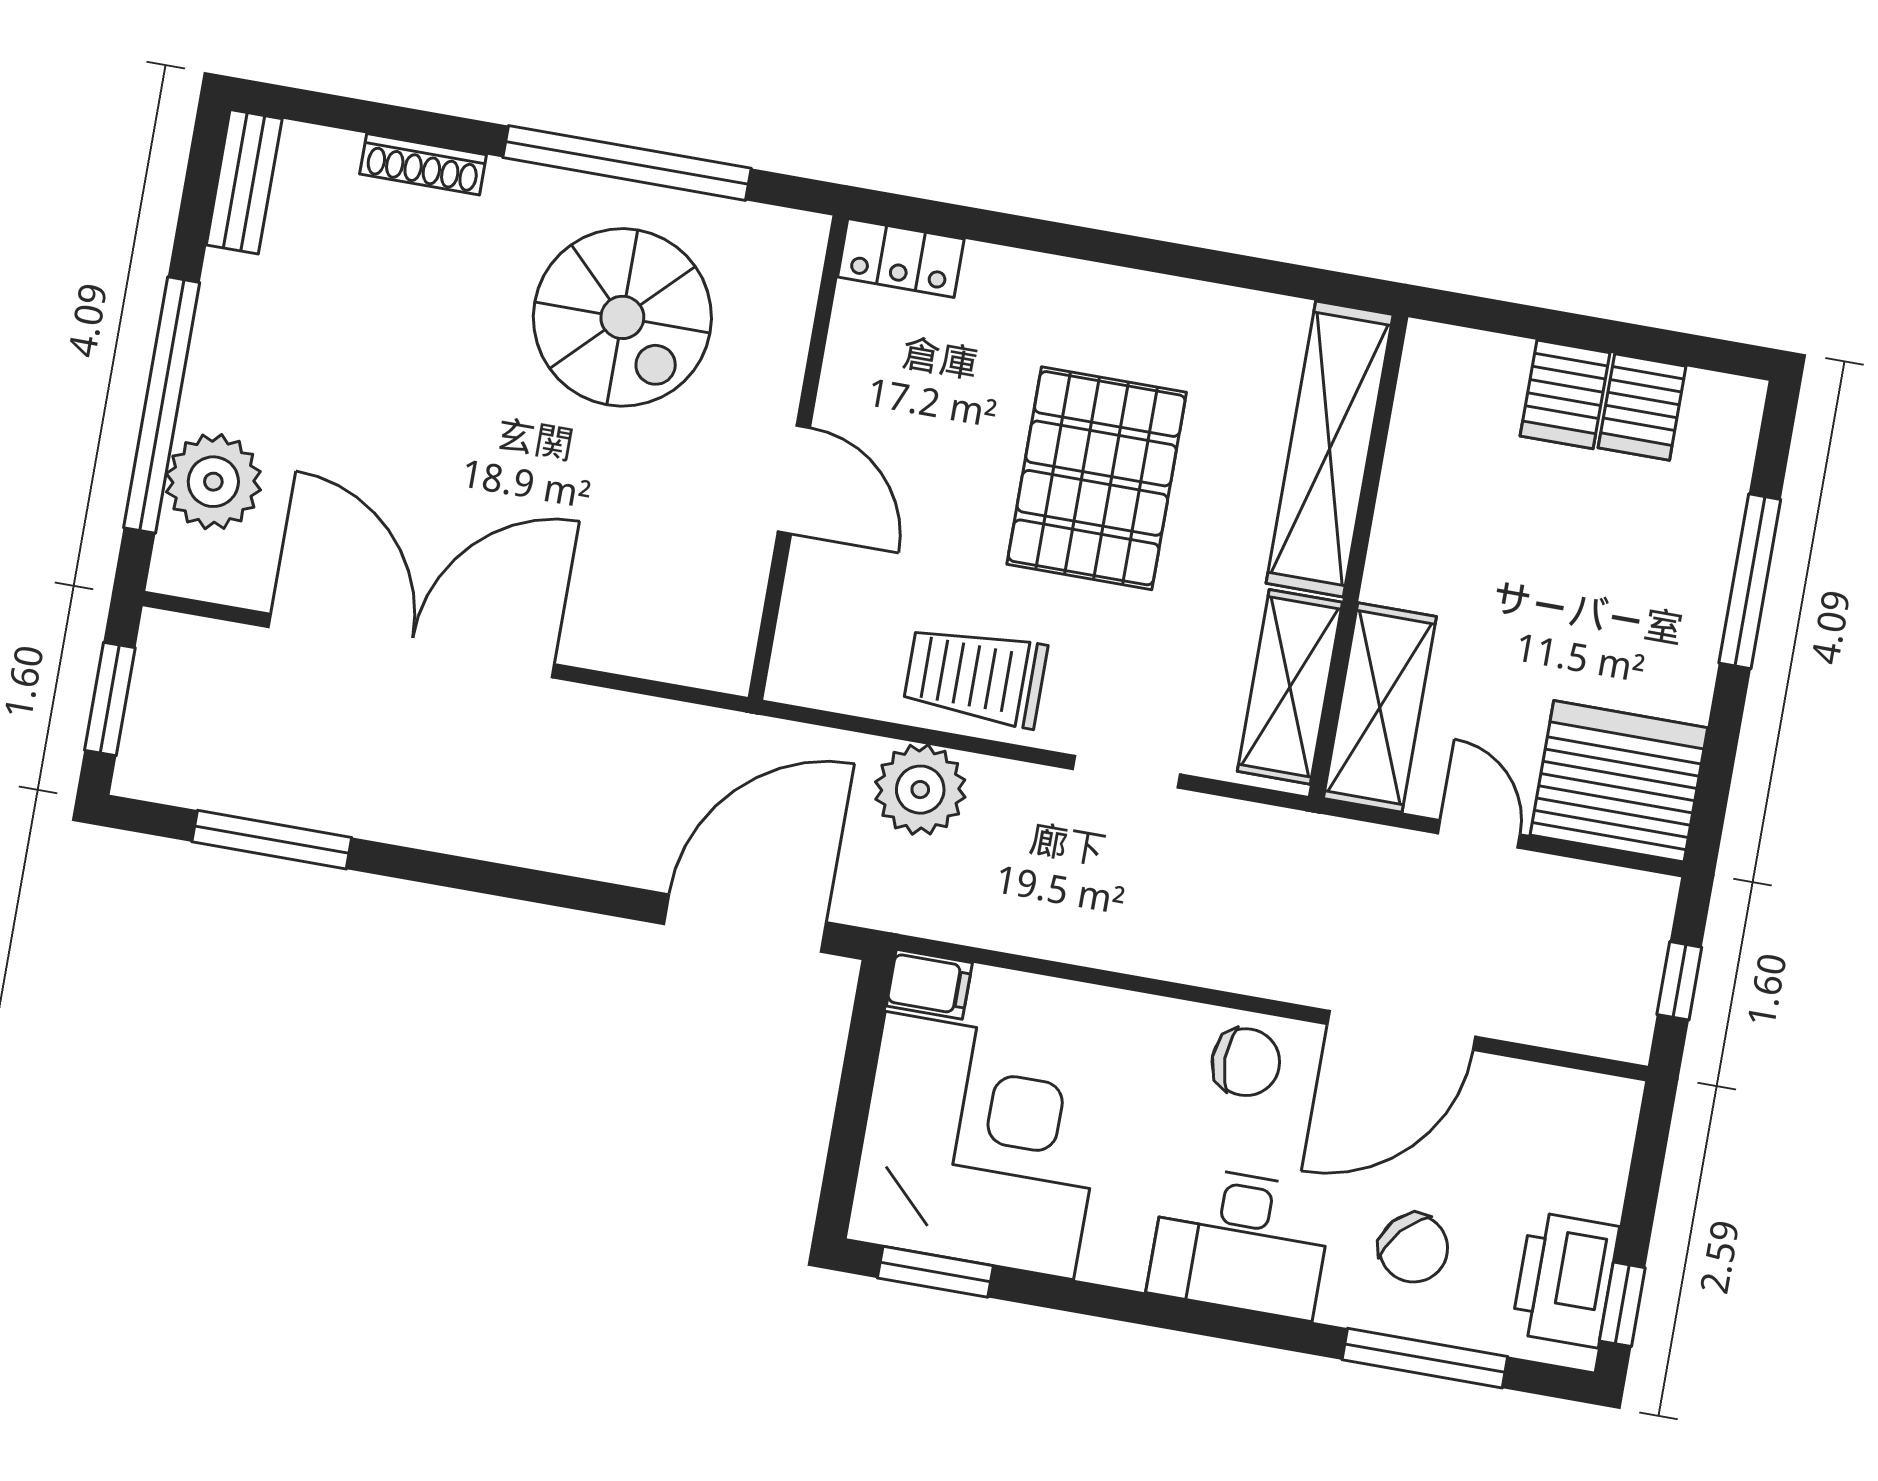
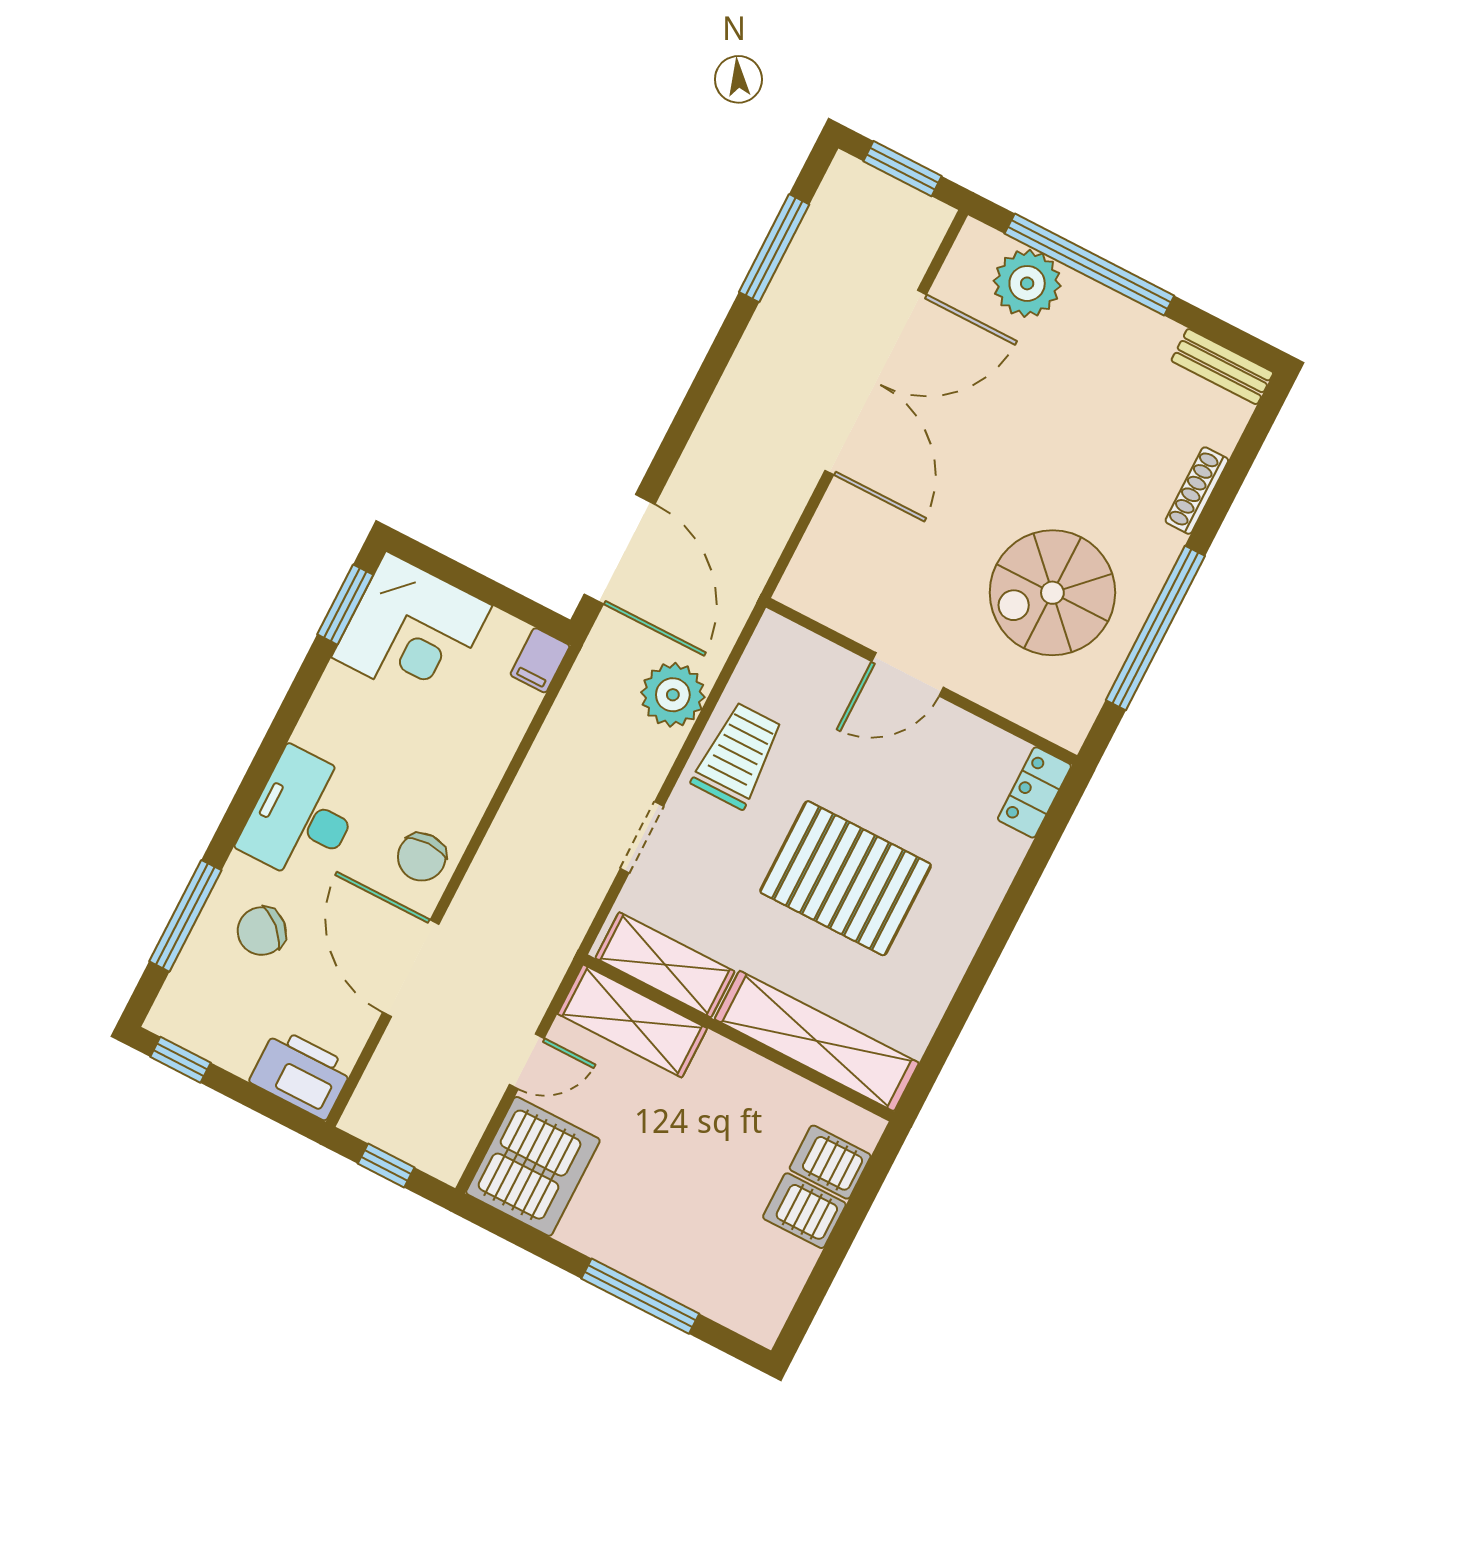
server rack: (1642, 407) -> (830, 1162), moved
corner desk: (979, 1145) -> (412, 631), width x0.74, depth x0.74
printer: (1565, 1280) -> (301, 1074), moved

